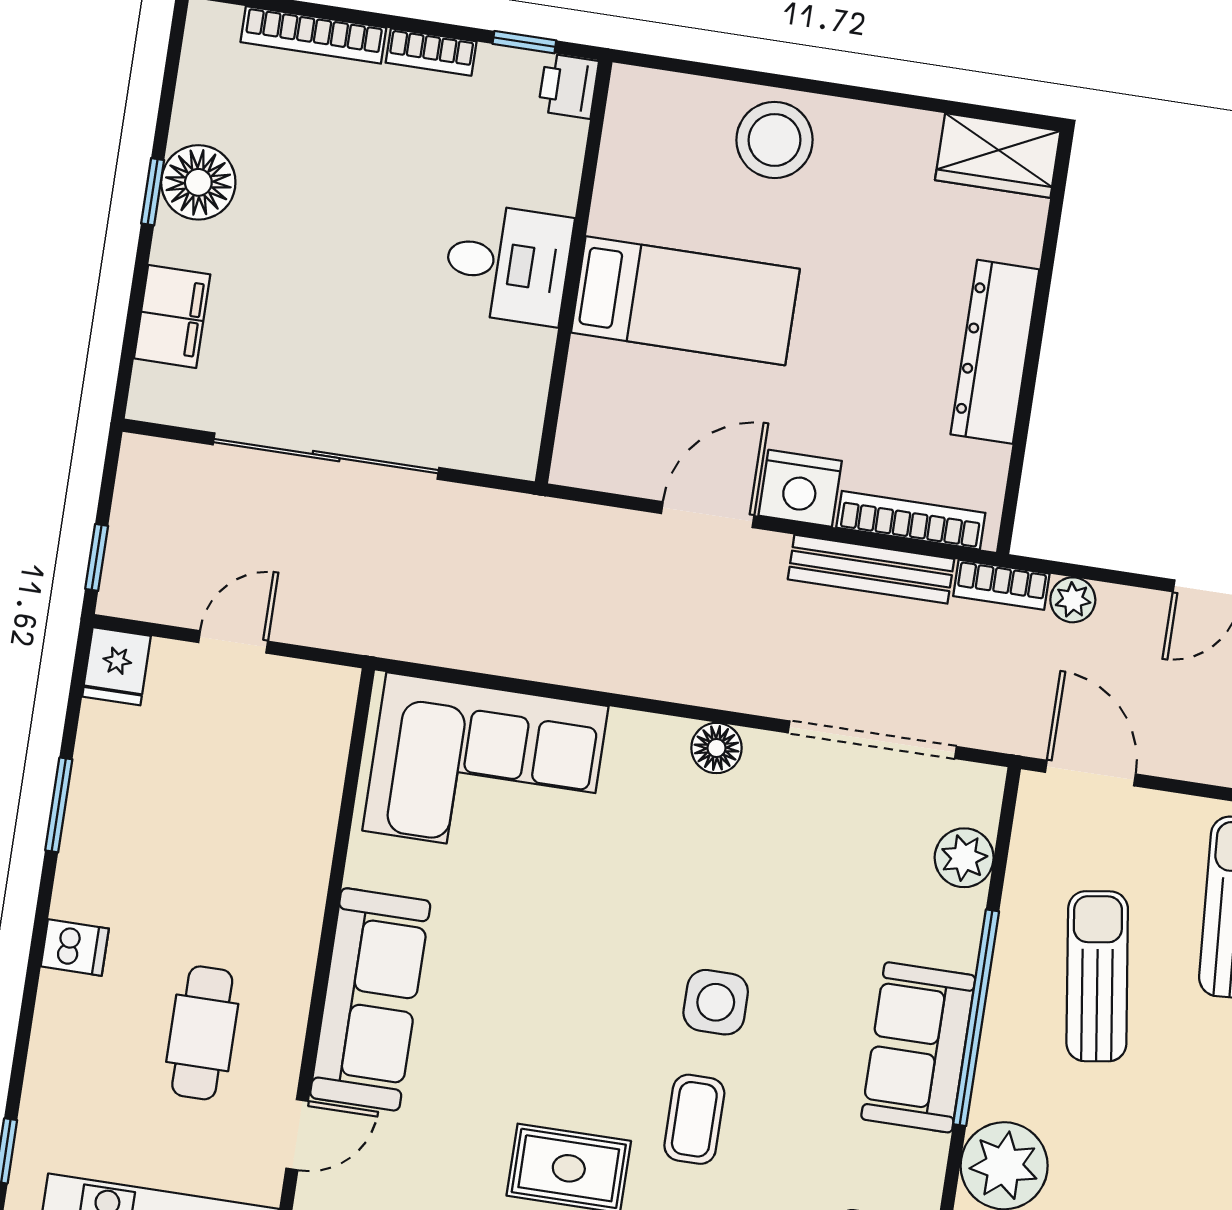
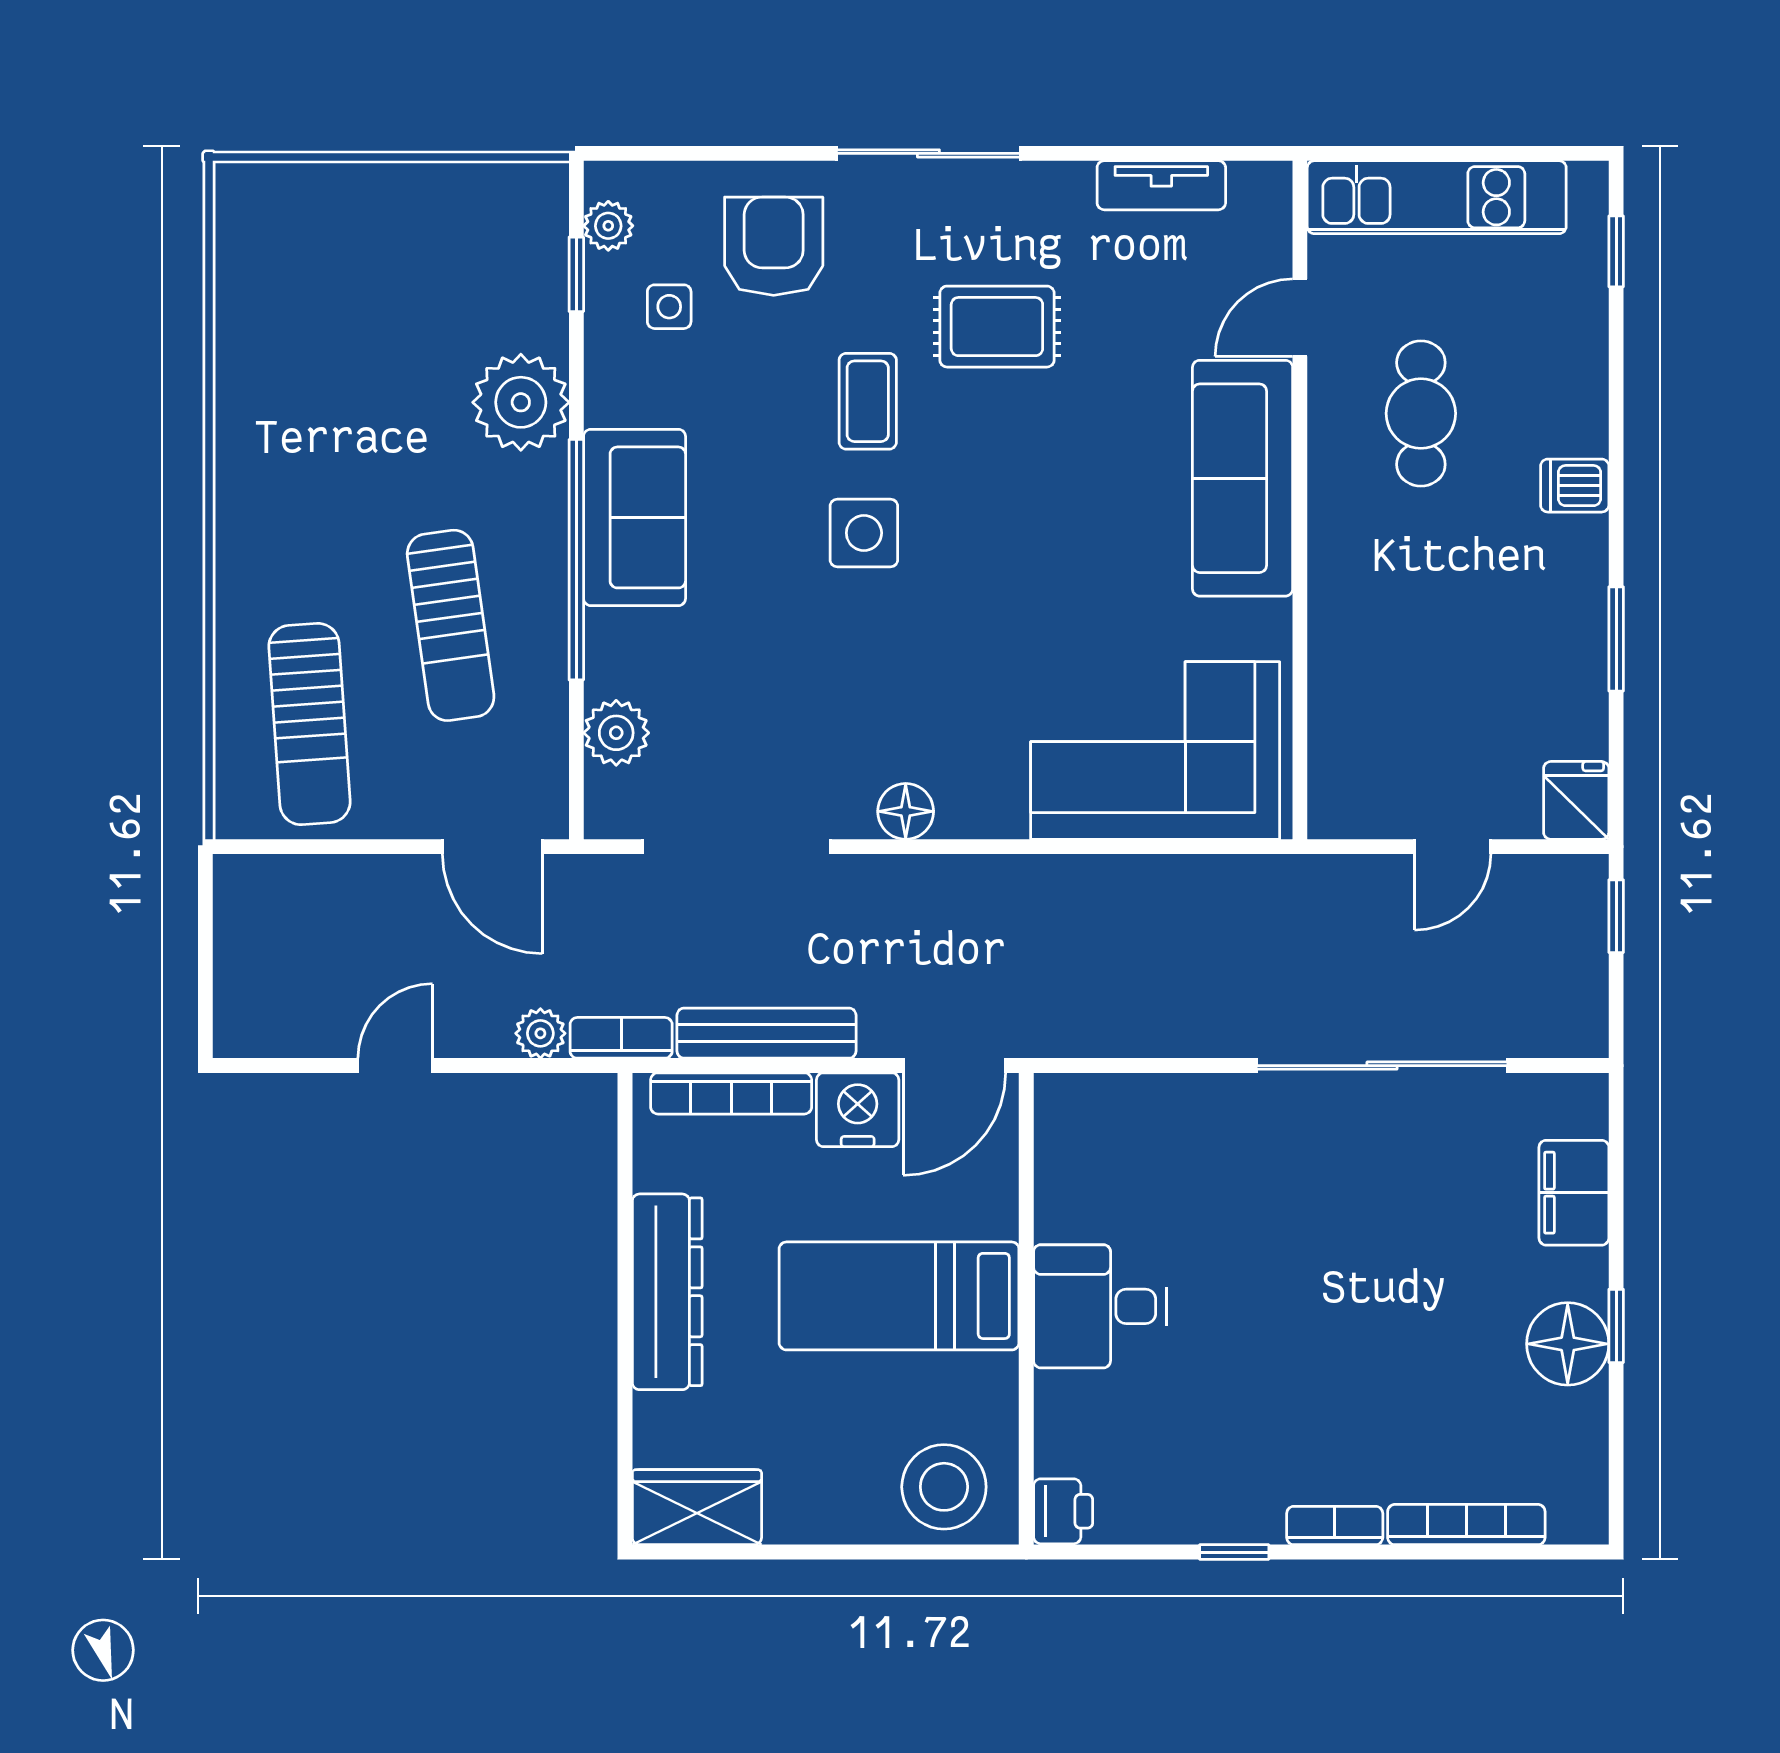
printer: (568, 86) -> (1063, 1511), moved
desk: (508, 264) -> (1100, 1306), moved
wall: (574, 272) -> (1026, 1309), moved
bed: (685, 301) -> (899, 1296), moved

